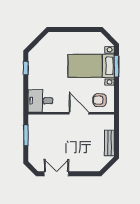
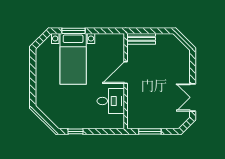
armchair: (100, 100) -> (111, 50), removed
desk: (40, 101) -> (111, 101), moved, turned -90
bench: (109, 143) -> (141, 39), moved

